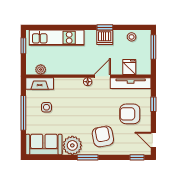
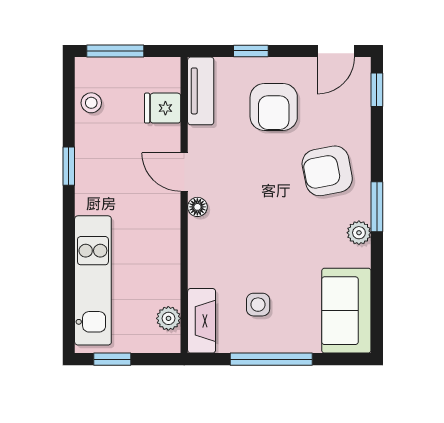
dishwasher: (105, 37) -> (92, 166), removed
tv unit: (131, 83) -> (201, 91), width x0.71
plant: (72, 145) -> (359, 233), width x0.53, depth x0.53

